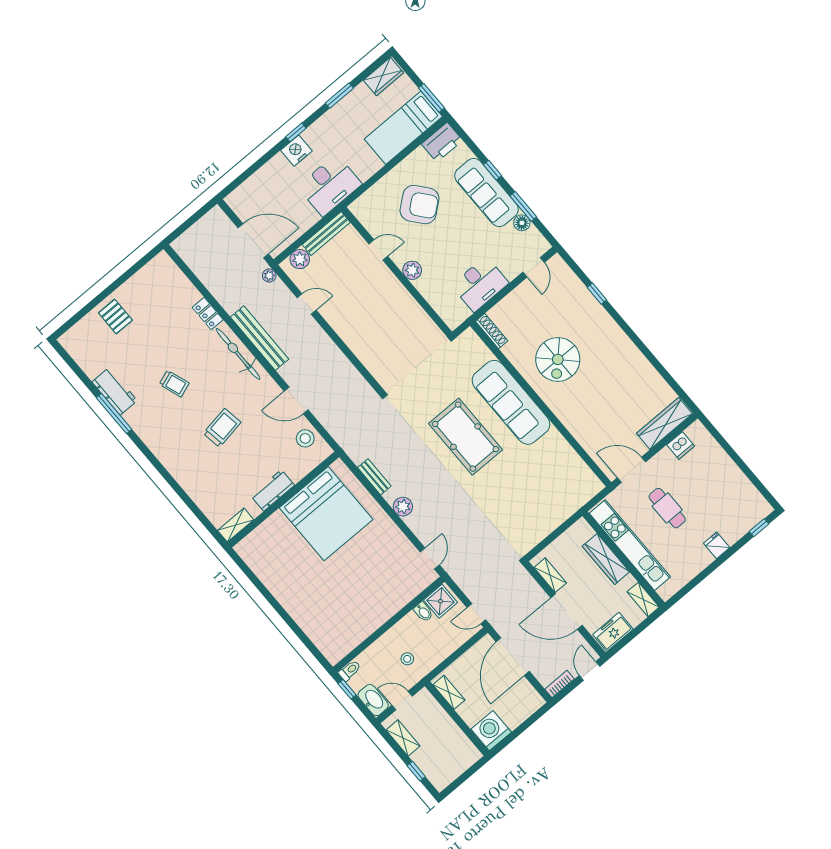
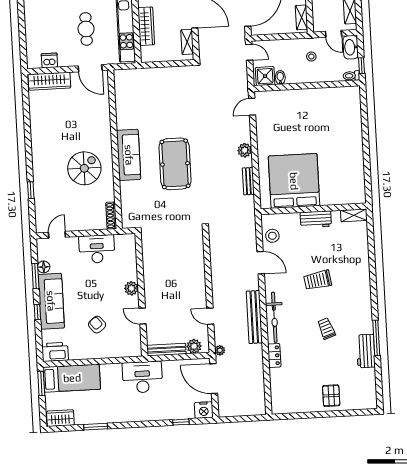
window: (296, 132) -> (181, 422), moved
nightstand: (296, 151) -> (204, 410), moved
armchair: (420, 205) -> (97, 325), width x0.53, depth x0.53
sofa: (511, 402) -> (129, 155), width x0.74, depth x0.79

